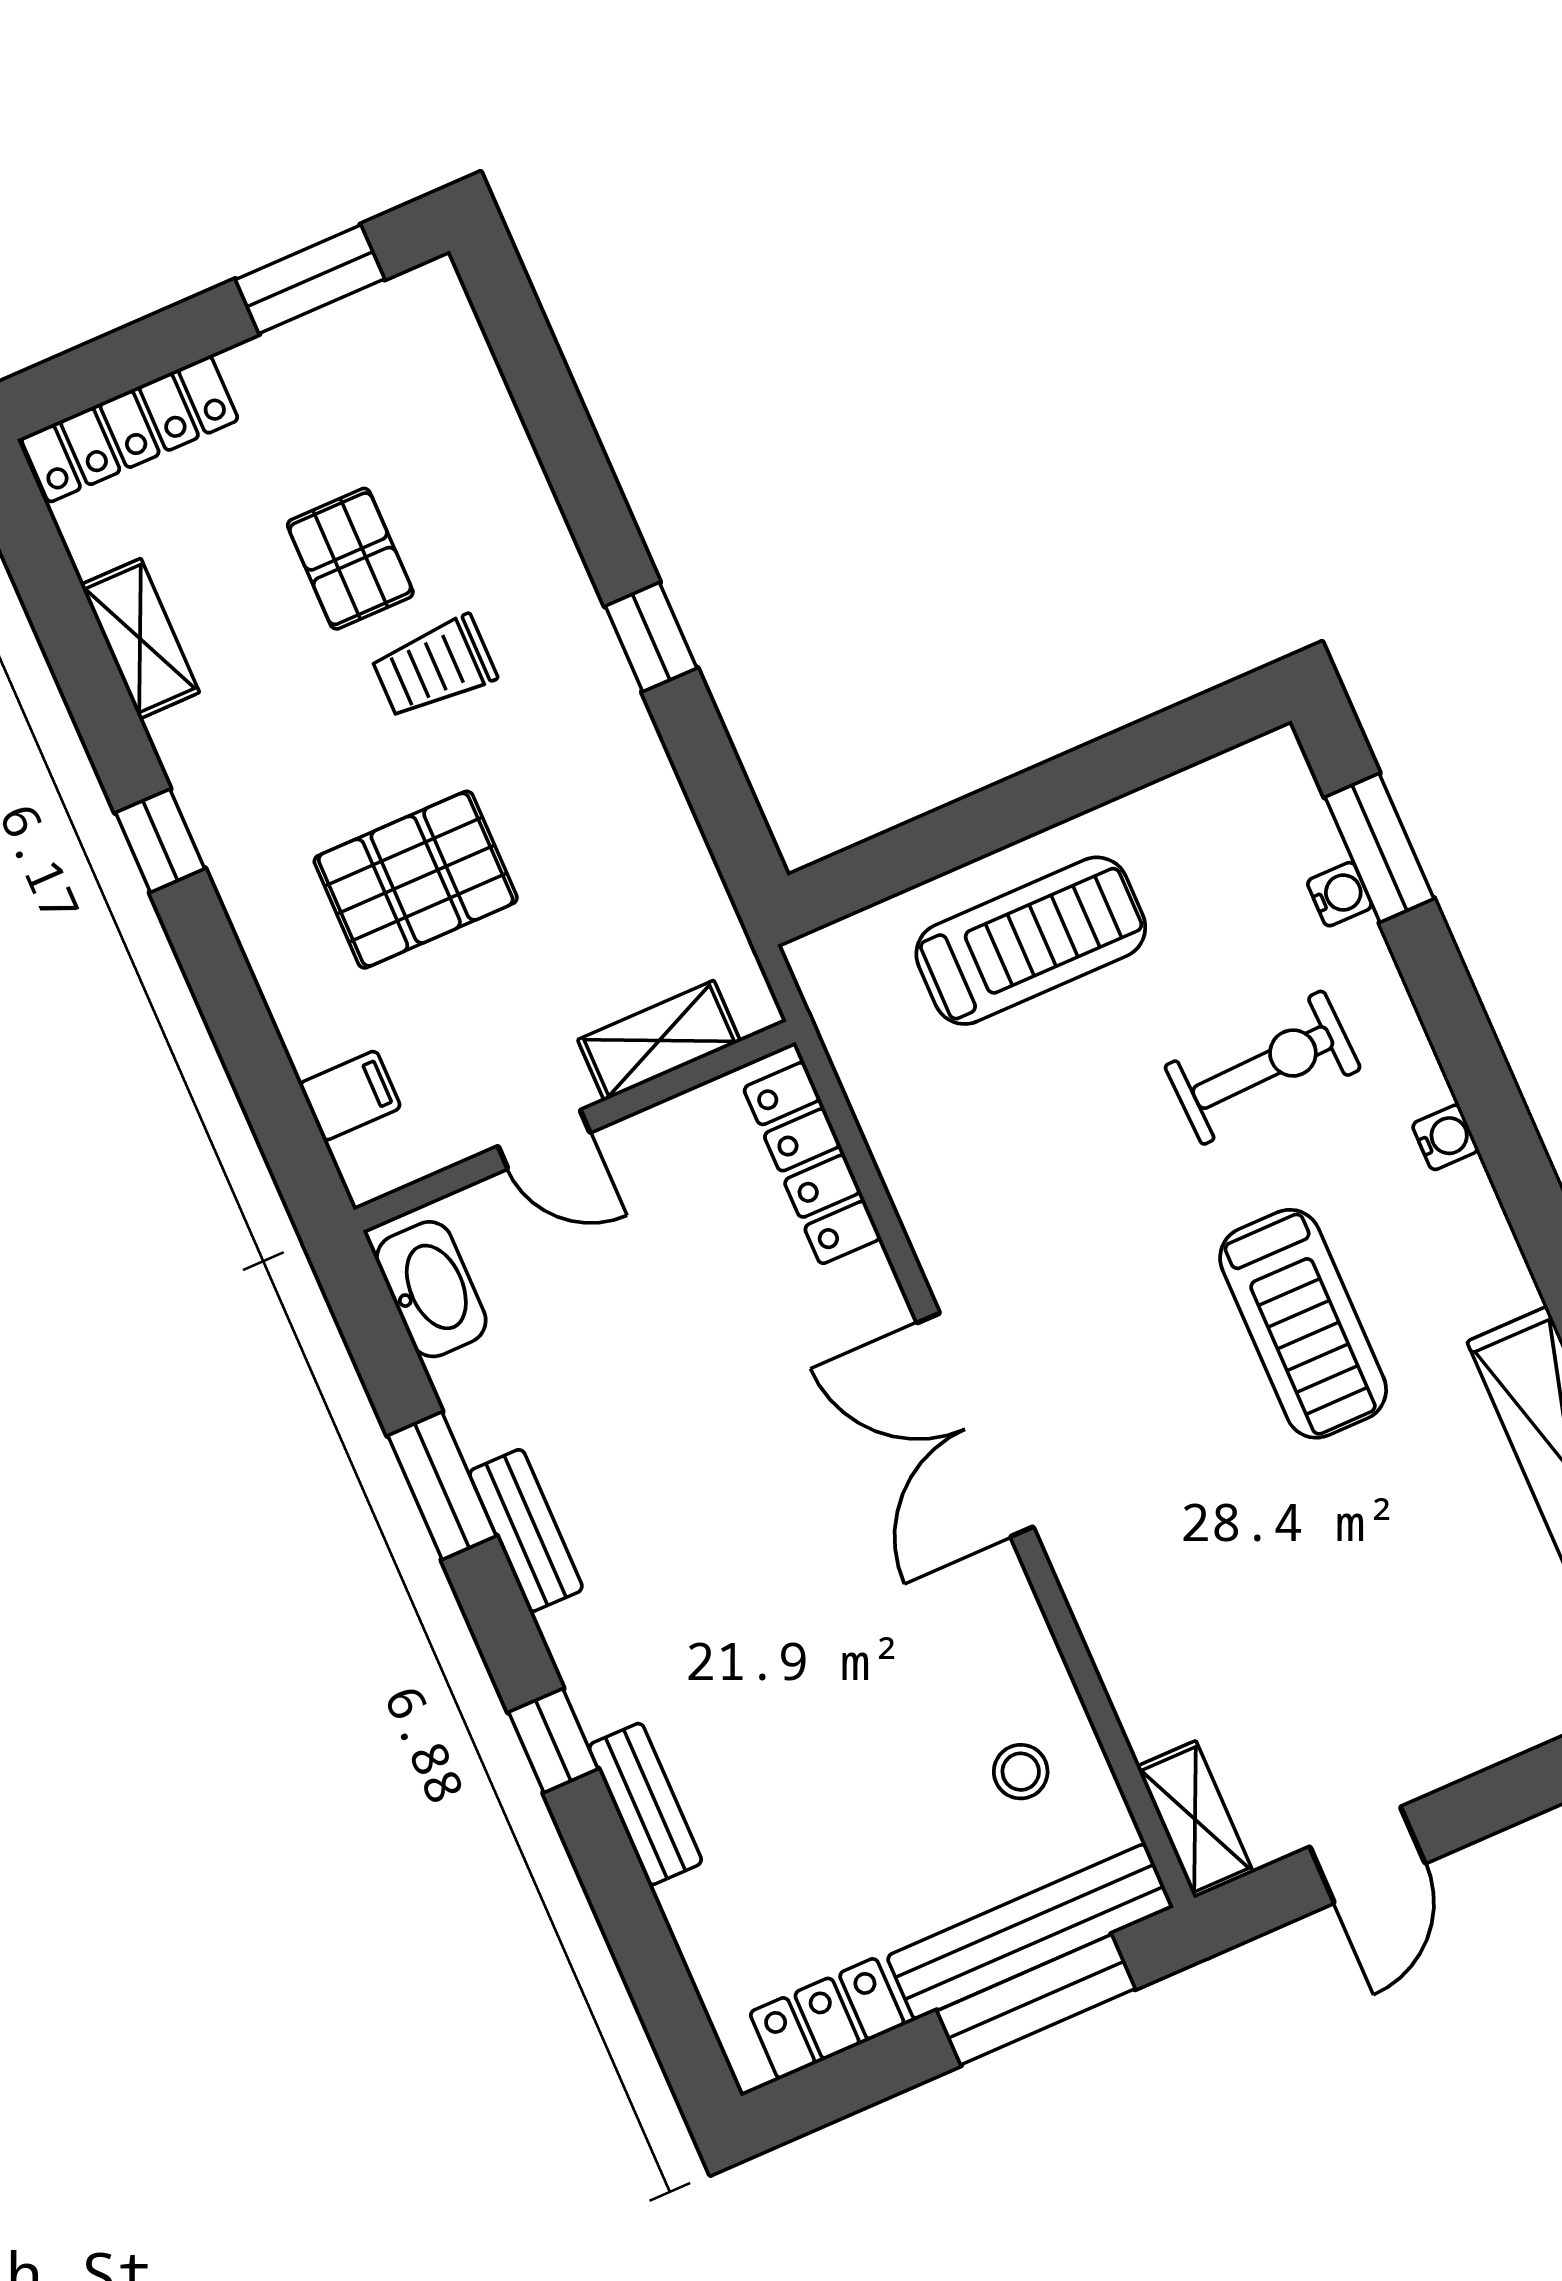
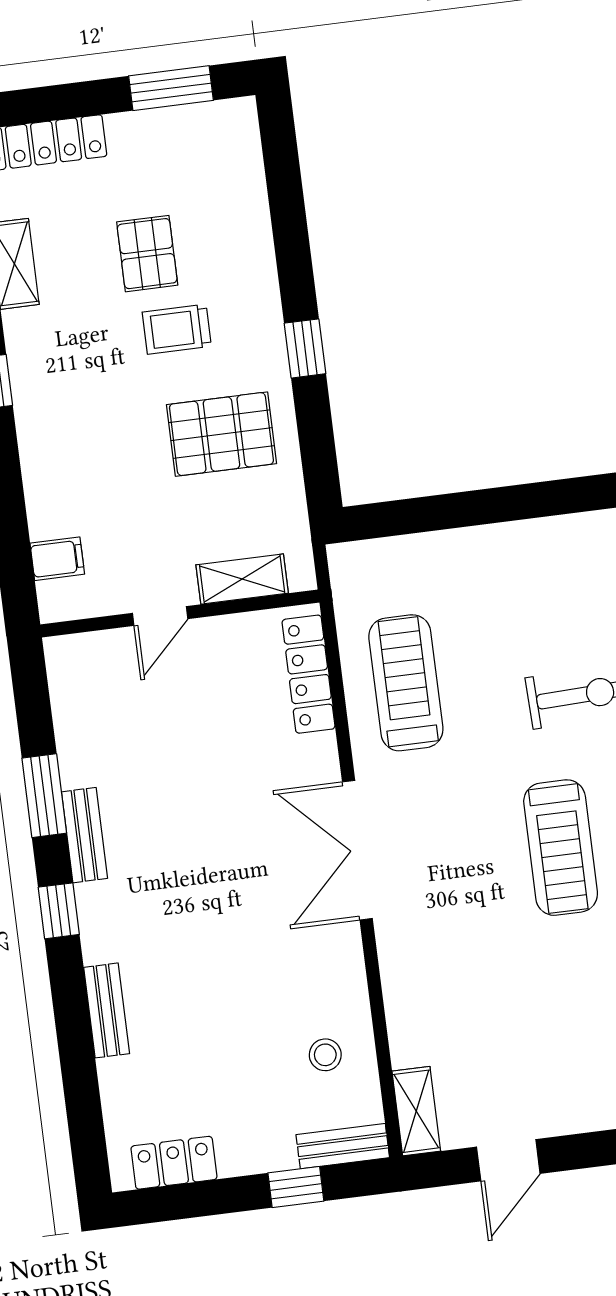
pallet: (416, 880) -> (221, 434), moved
treadmill: (1031, 941) -> (406, 683), moved, turned -90
door: (544, 1139) -> (160, 616), hinge flipped
washbasin: (431, 1289) -> (71, 682), removed
window: (553, 1741) -> (59, 911), moved
bench: (1030, 1932) -> (343, 1146), width x0.54, depth x0.82
window: (1036, 2000) -> (296, 1187), width x0.46

